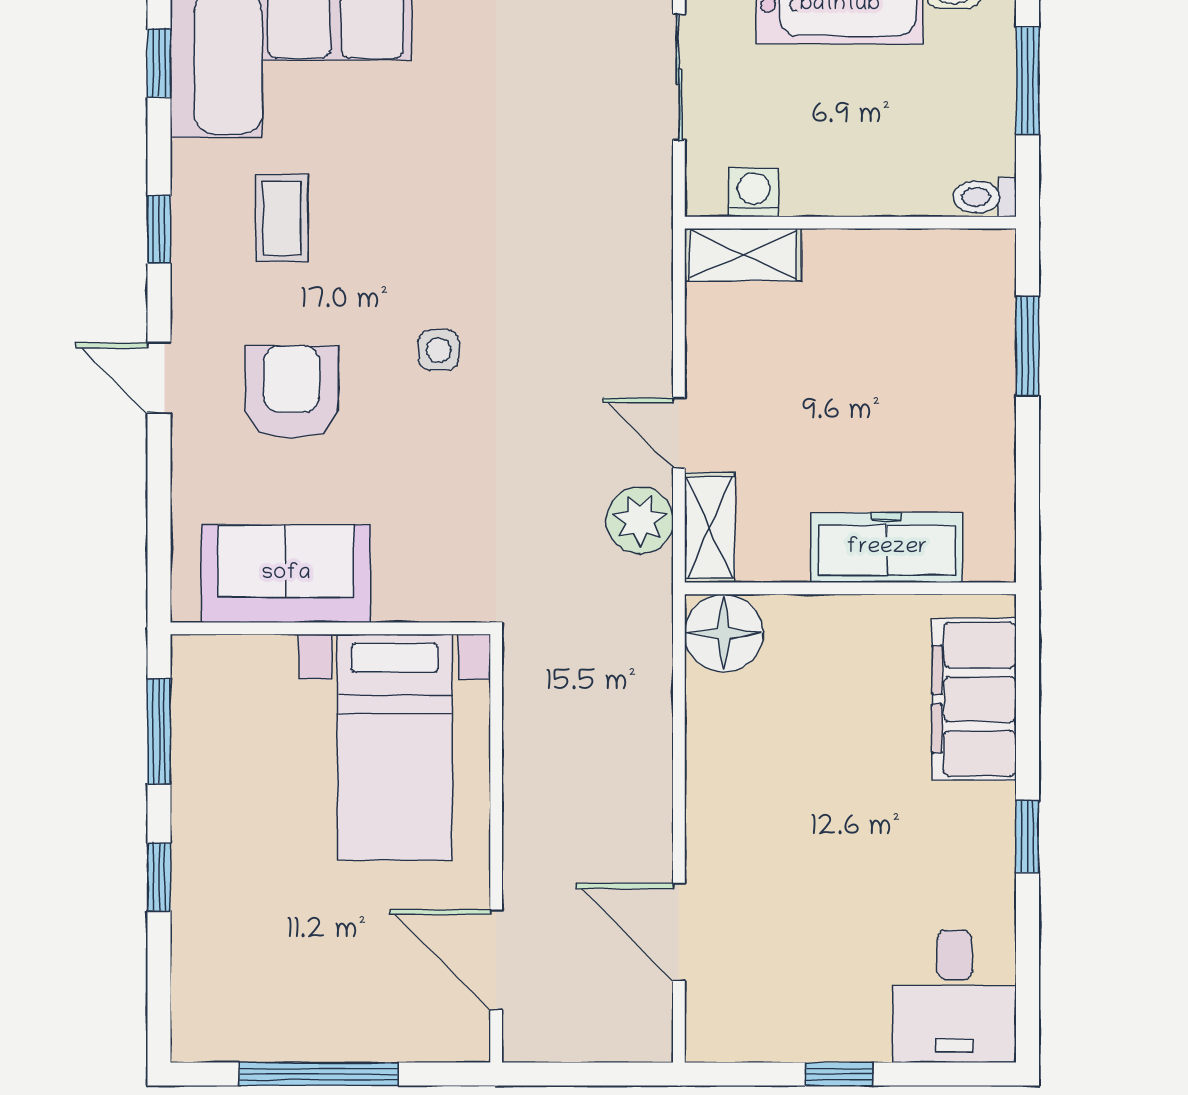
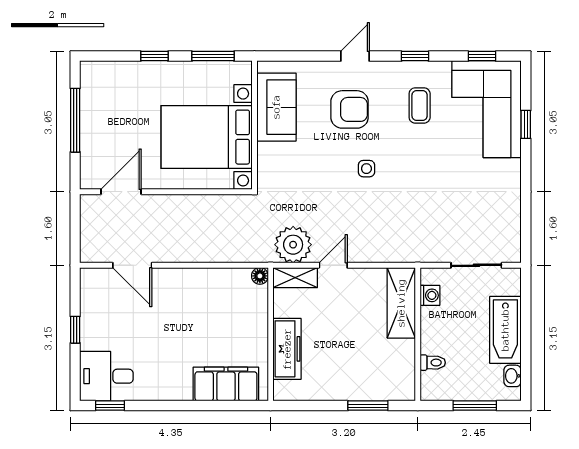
toilet: (985, 197) -> (433, 363), moved, turned 90
coffee table: (282, 218) -> (420, 105), turned 90
shelving: (743, 255) -> (401, 303), width x1.50, depth x1.33
plant: (640, 520) -> (293, 245), width x1.36, depth x1.36
floor lamp: (724, 633) -> (260, 276), width x0.53, depth x0.53
bed with nightstands: (395, 747) -> (207, 137), width x1.36
window: (1027, 837) -> (110, 406), moved
door: (679, 932) -> (132, 265), swing flipped

